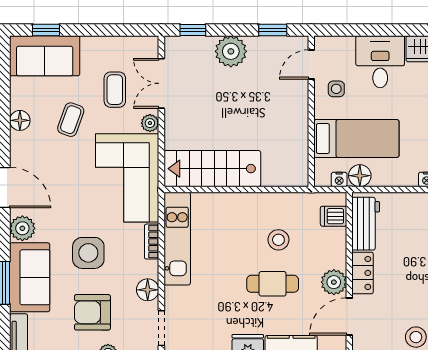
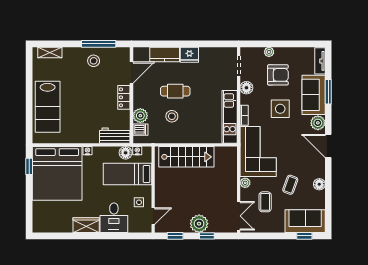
window: (193, 30) -> (207, 236), moved
double door: (161, 83) -> (239, 216), moved
stairs: (212, 169) -> (186, 157), moved
workbench: (366, 224) -> (115, 136), moved, turned 90
plant: (334, 282) -> (140, 116), moved

